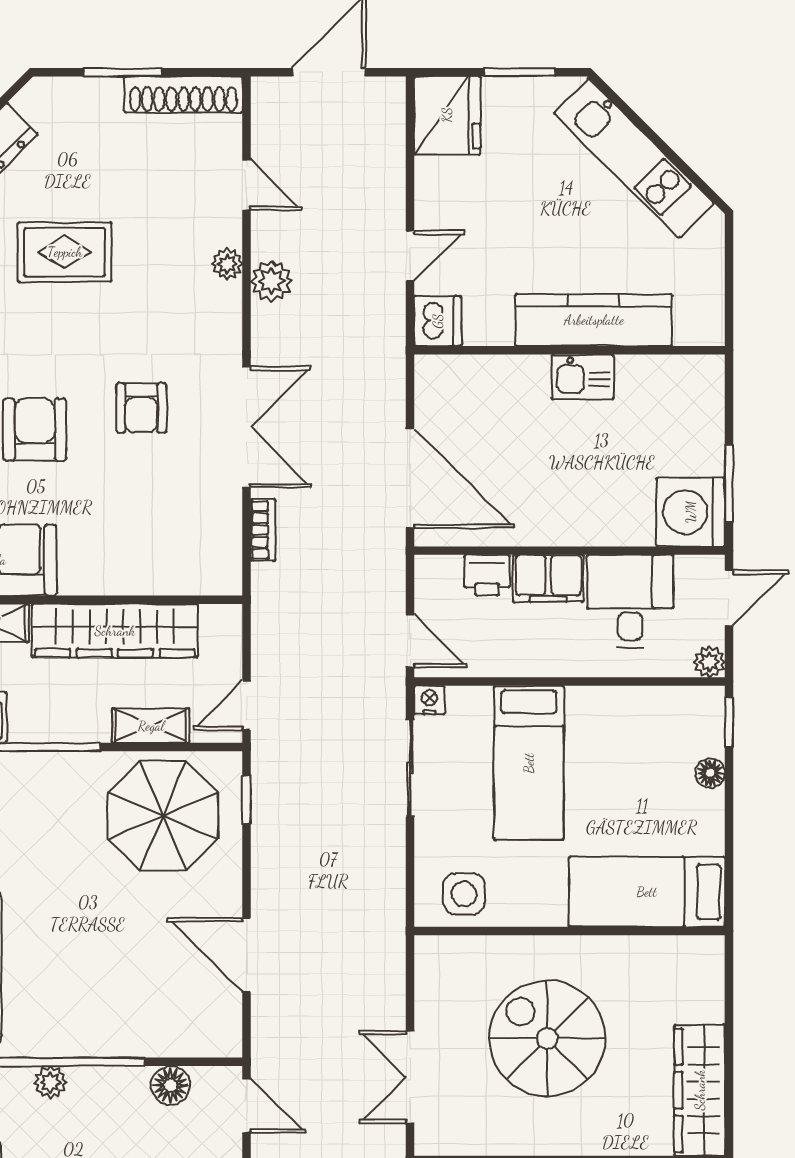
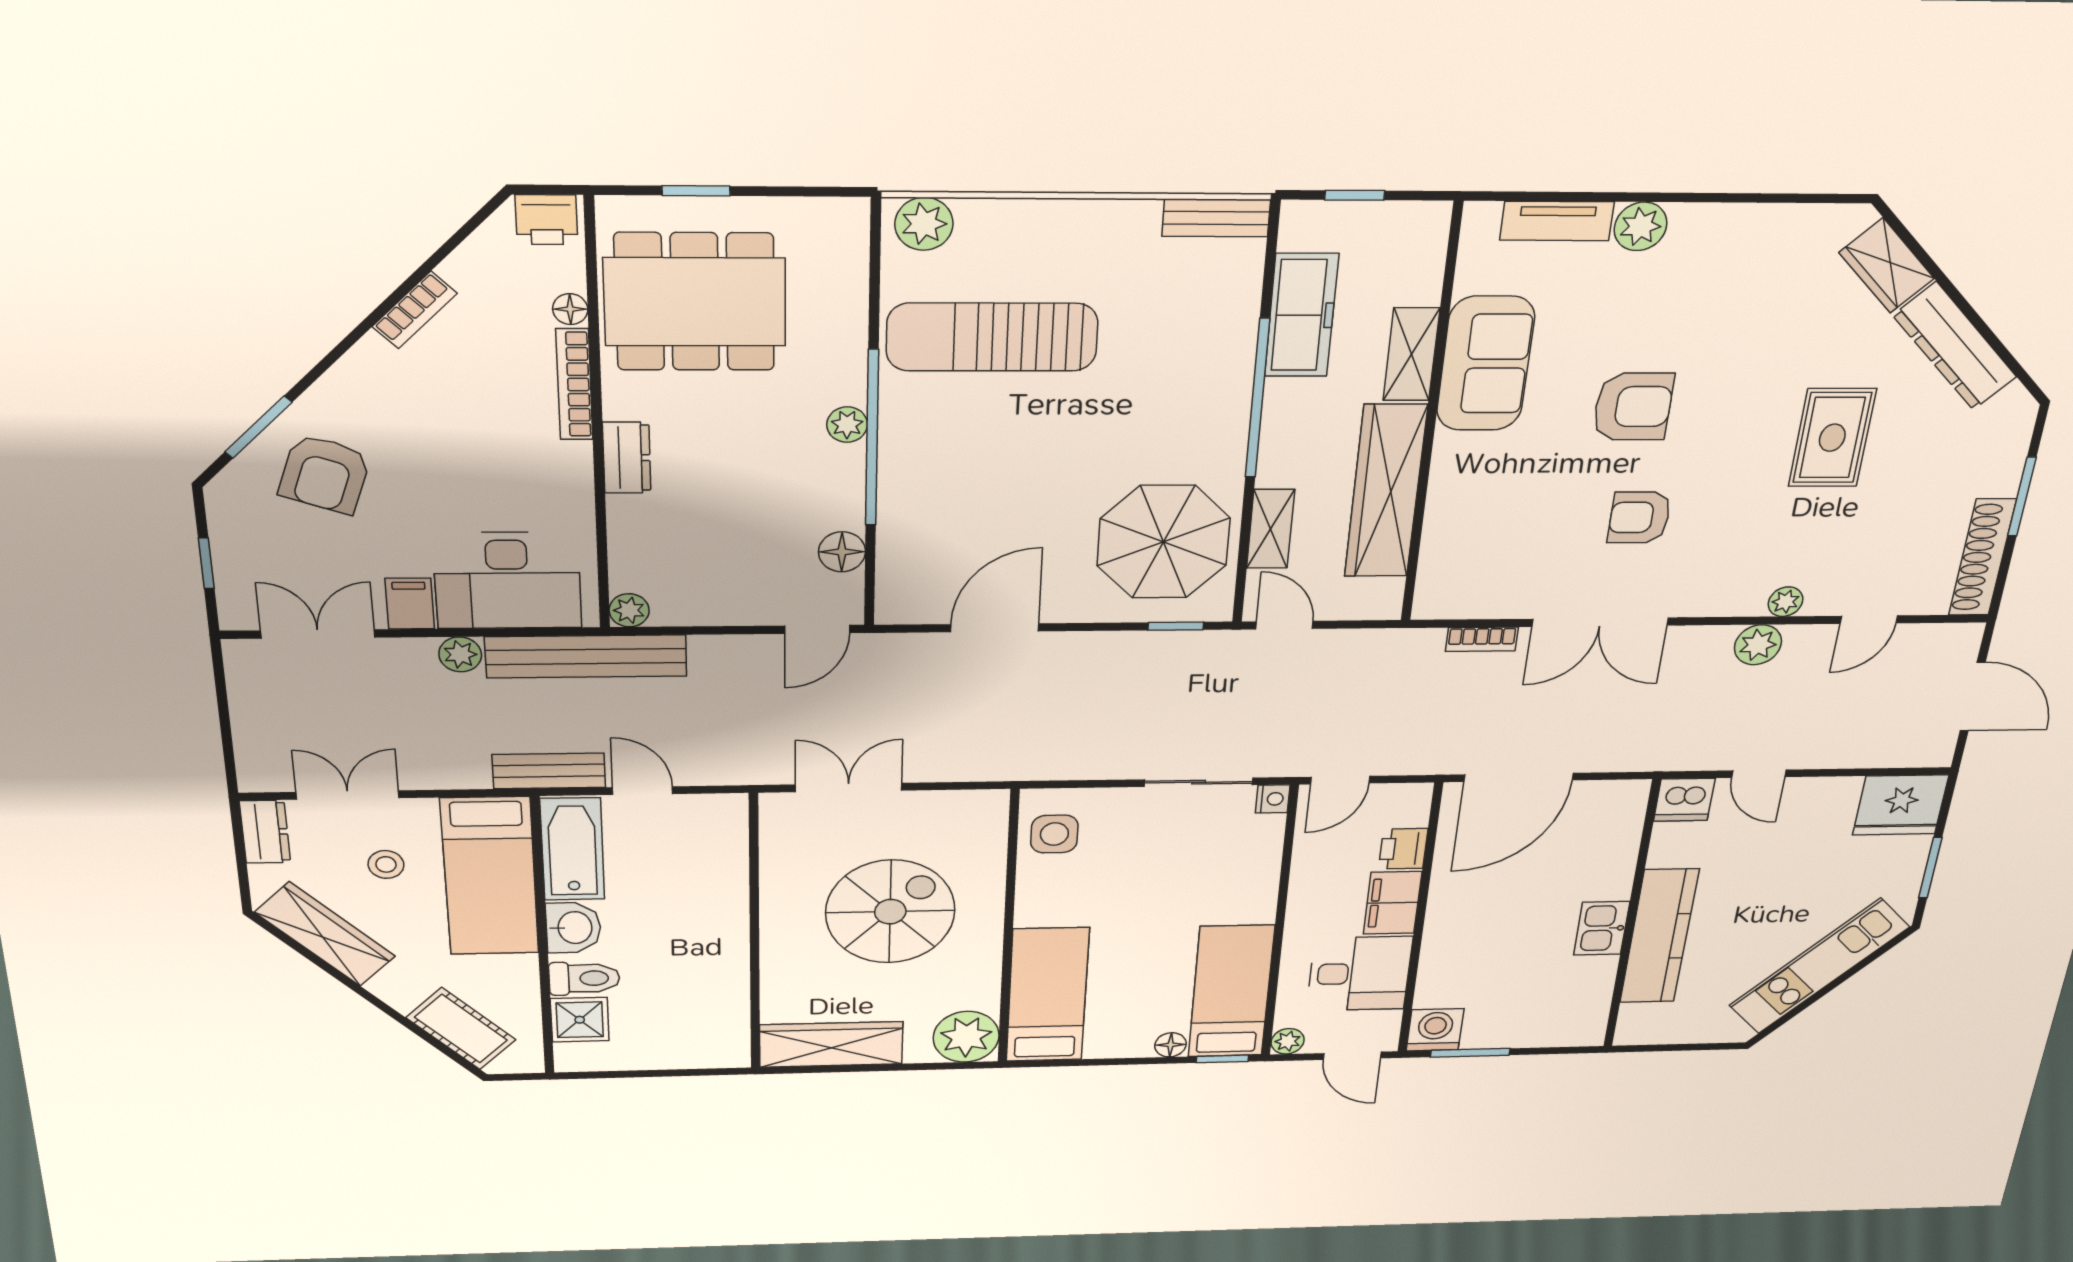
washing machine: (691, 512) -> (1435, 1030), width x0.73, depth x0.73
bed: (529, 763) -> (1231, 991), moved, turned 90
plant: (694, 966) -> (966, 1037), added

